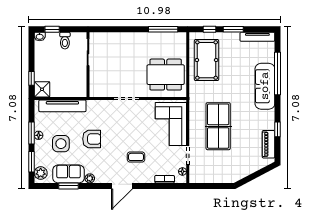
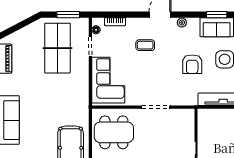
table tennis table: (218, 126) -> (57, 48), moved
armchair: (92, 139) -> (192, 64), turned -90
plant: (90, 178) -> (182, 23), moved
window: (209, 186) -> (68, 15), added

